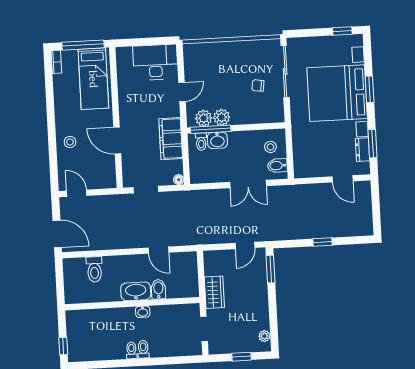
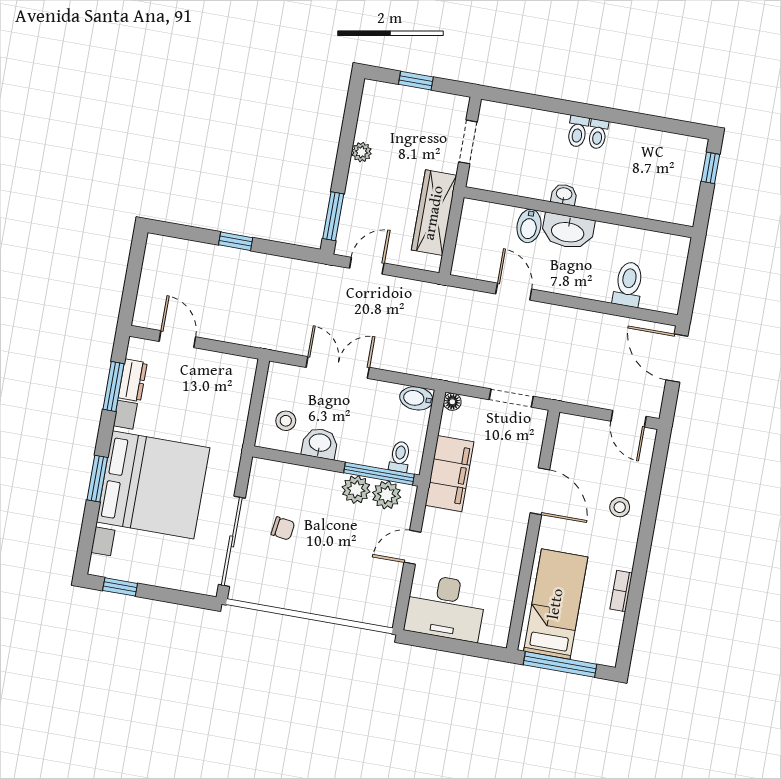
bookcase: (56, 62) -> (621, 591), moved
washbasin: (217, 140) -> (320, 443), moved
bidet: (277, 166) -> (416, 398), moved, turned 180
wardrobe: (214, 292) -> (434, 213), width x1.50
plant: (264, 336) -> (362, 152), moved

